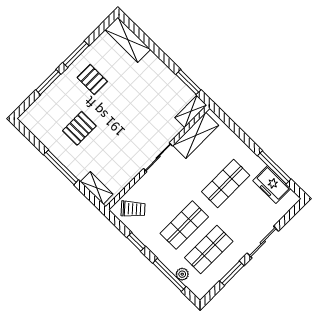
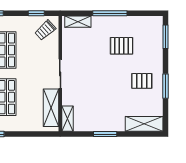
window: (48, 82) -> (165, 37), moved
window: (188, 82) -> (105, 134), moved
pallet: (79, 128) -> (122, 46), turned 90
window: (136, 242) -> (36, 13), moved

